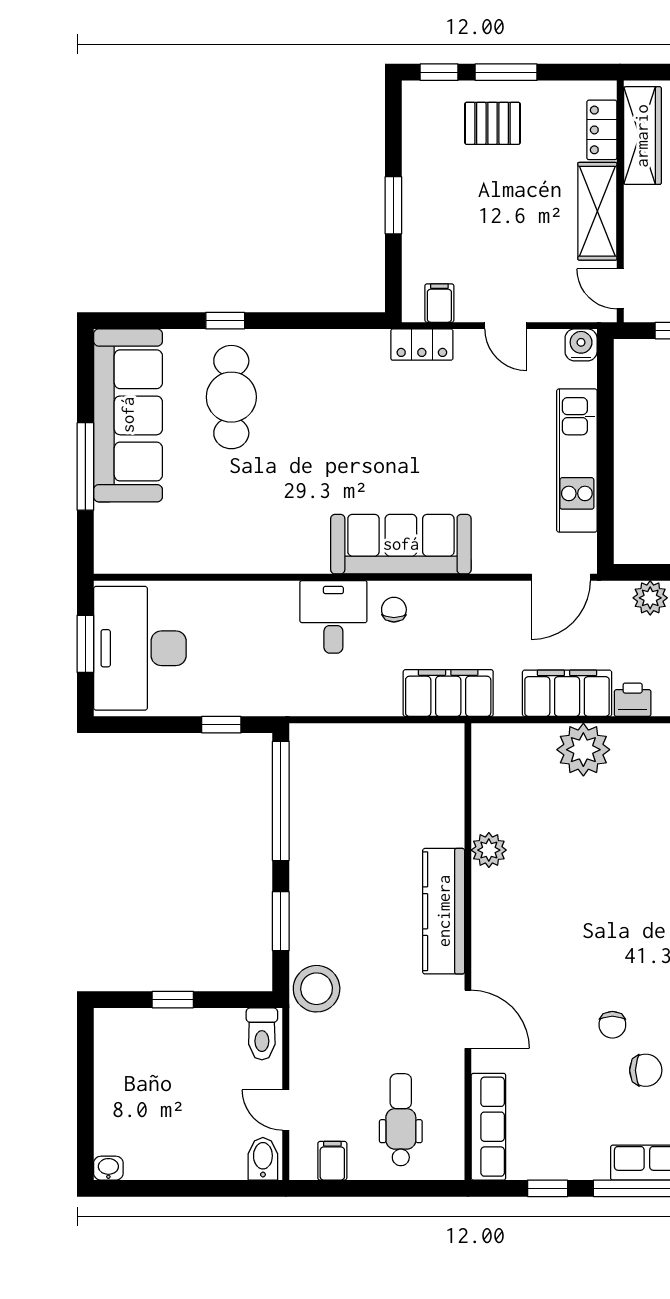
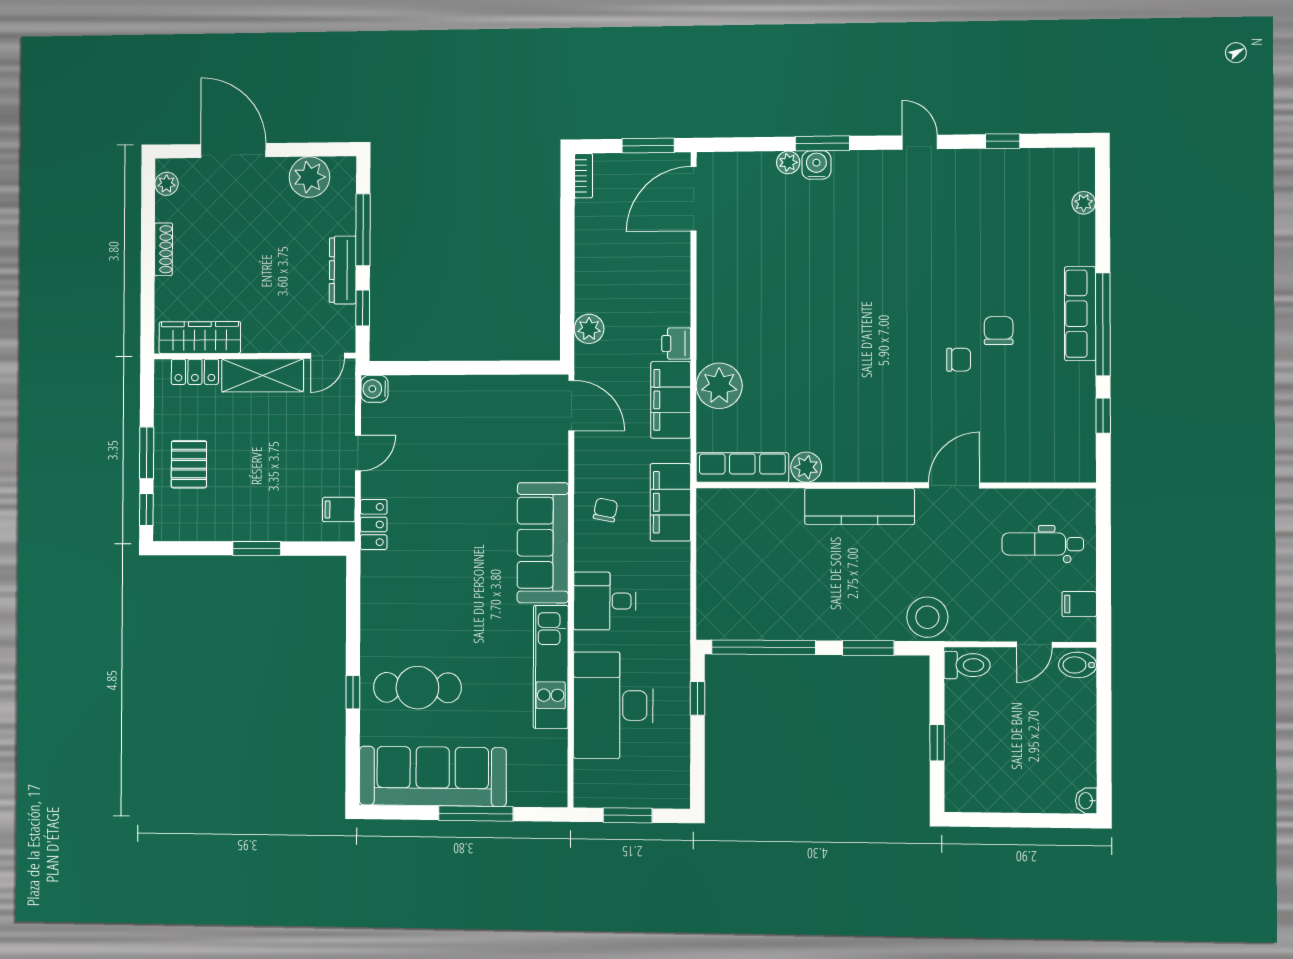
kitchen unit: (577, 461) -> (551, 667), moved, turned 90
chair: (394, 610) -> (605, 510), moved, turned 101
desk: (140, 648) -> (613, 705), moved, turned 90
row of seats: (488, 1127) -> (742, 468), moved

